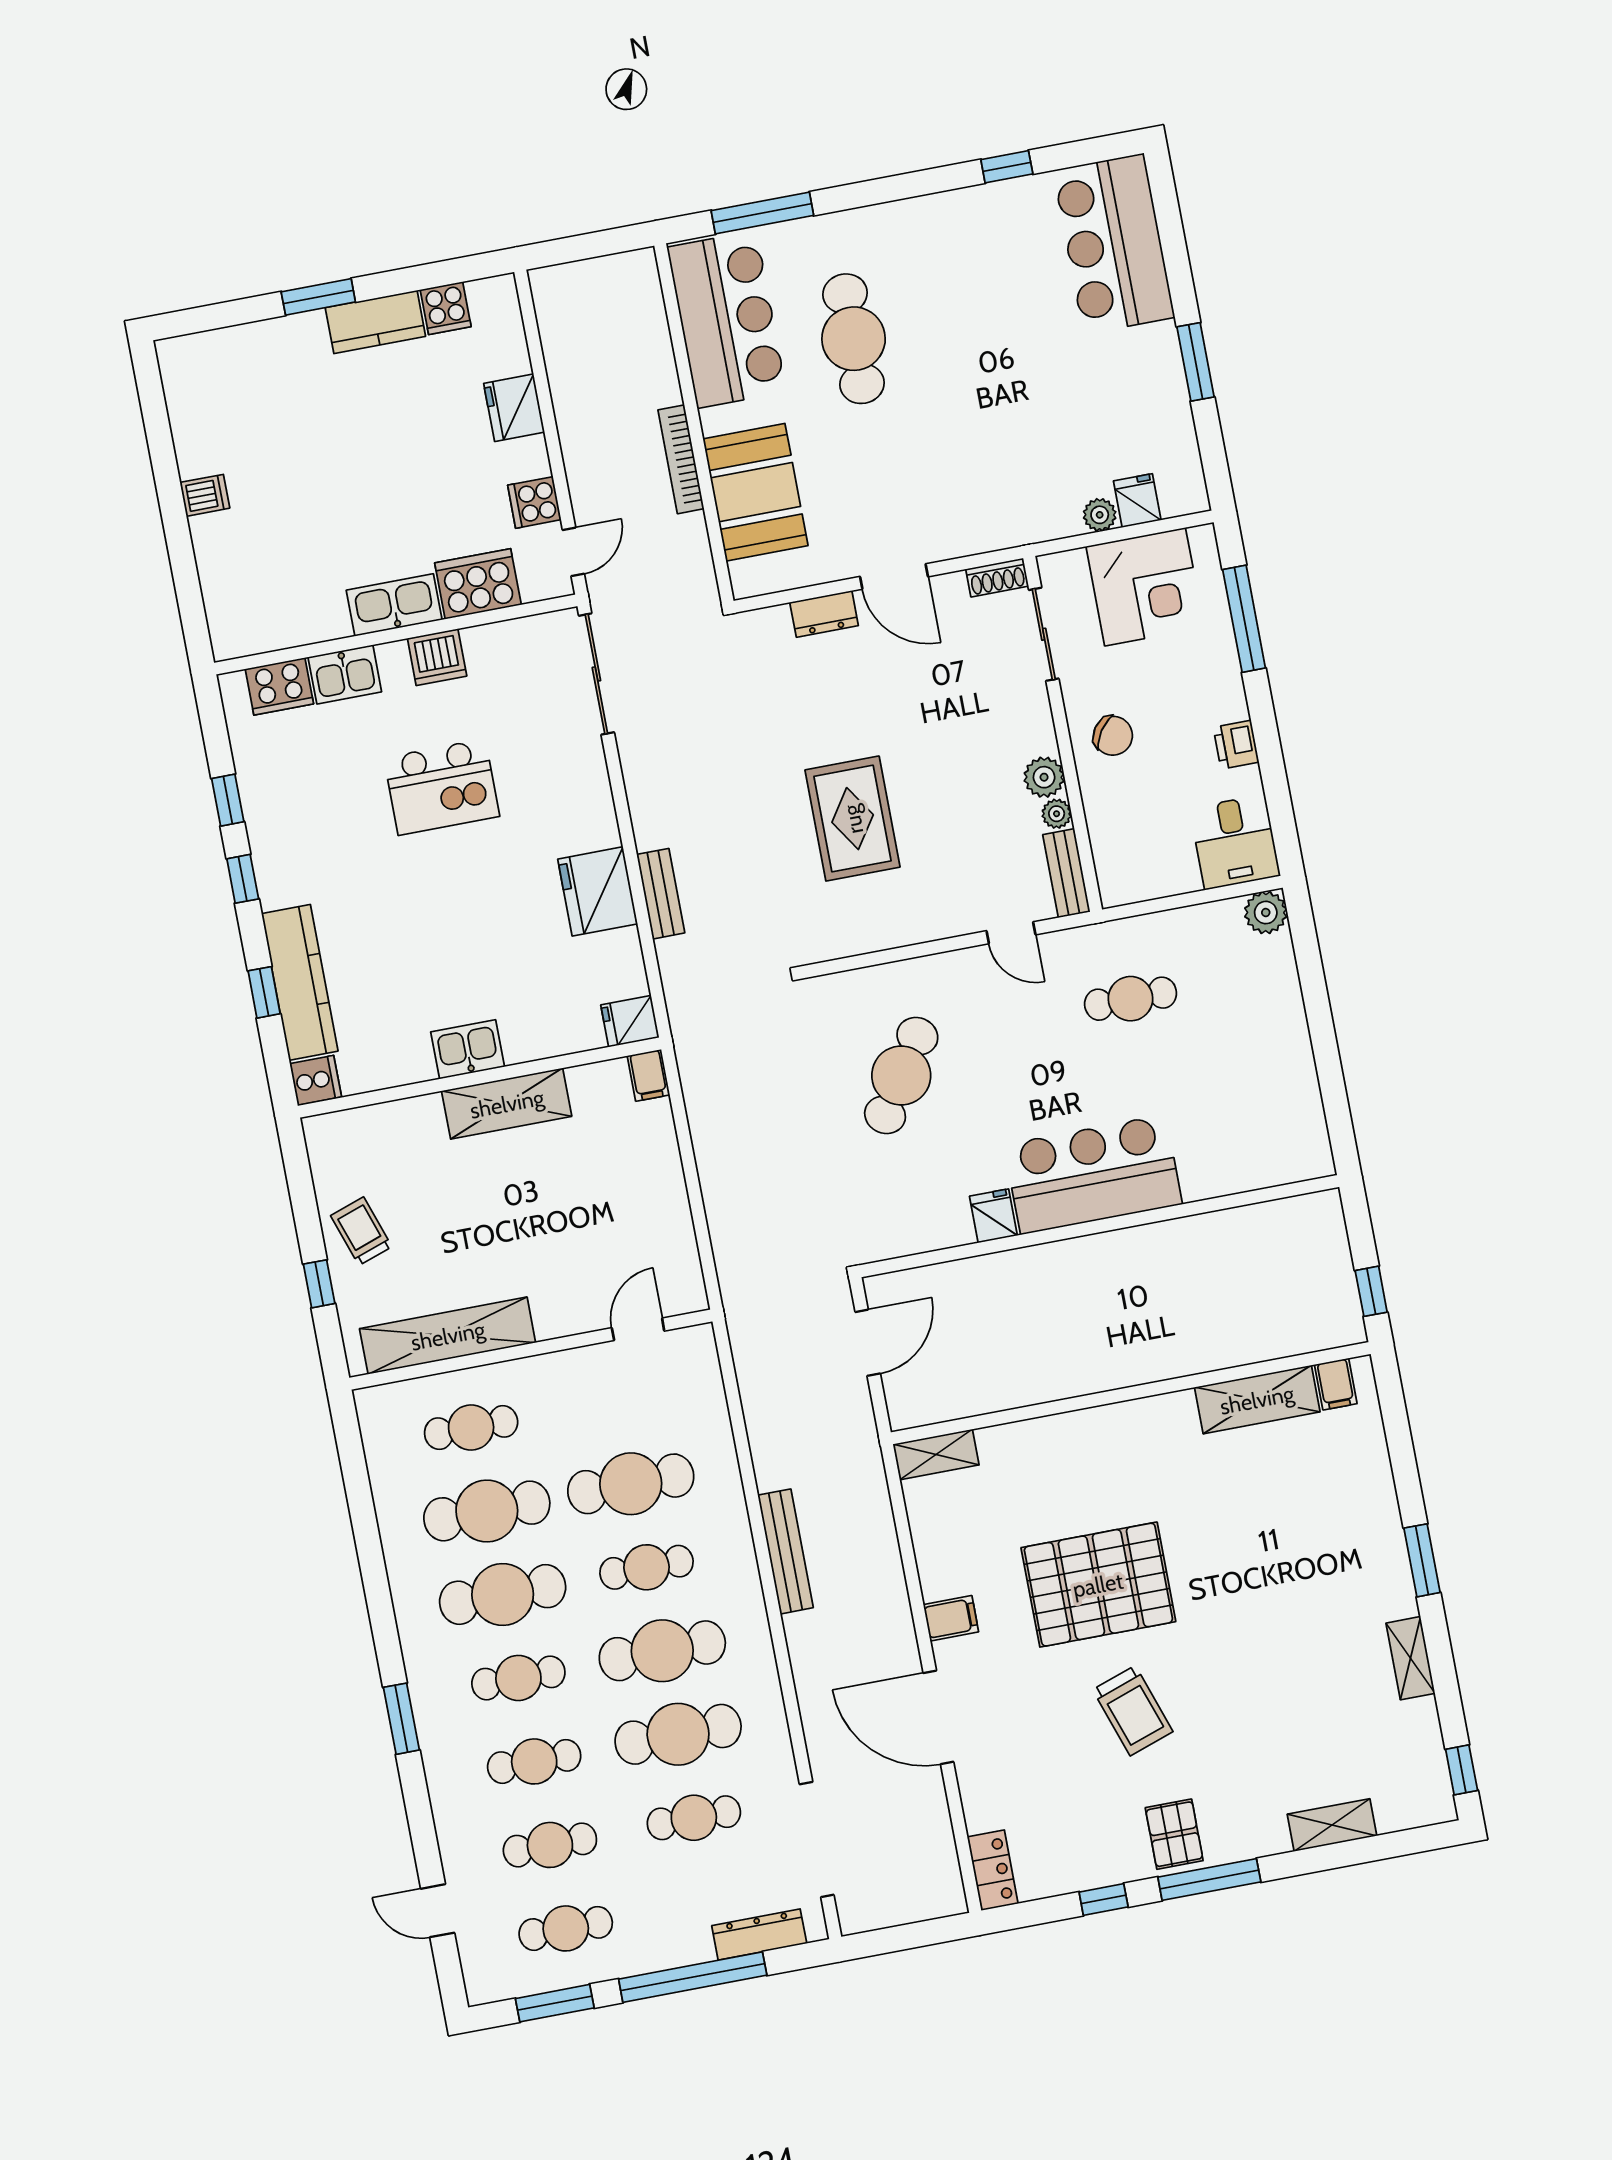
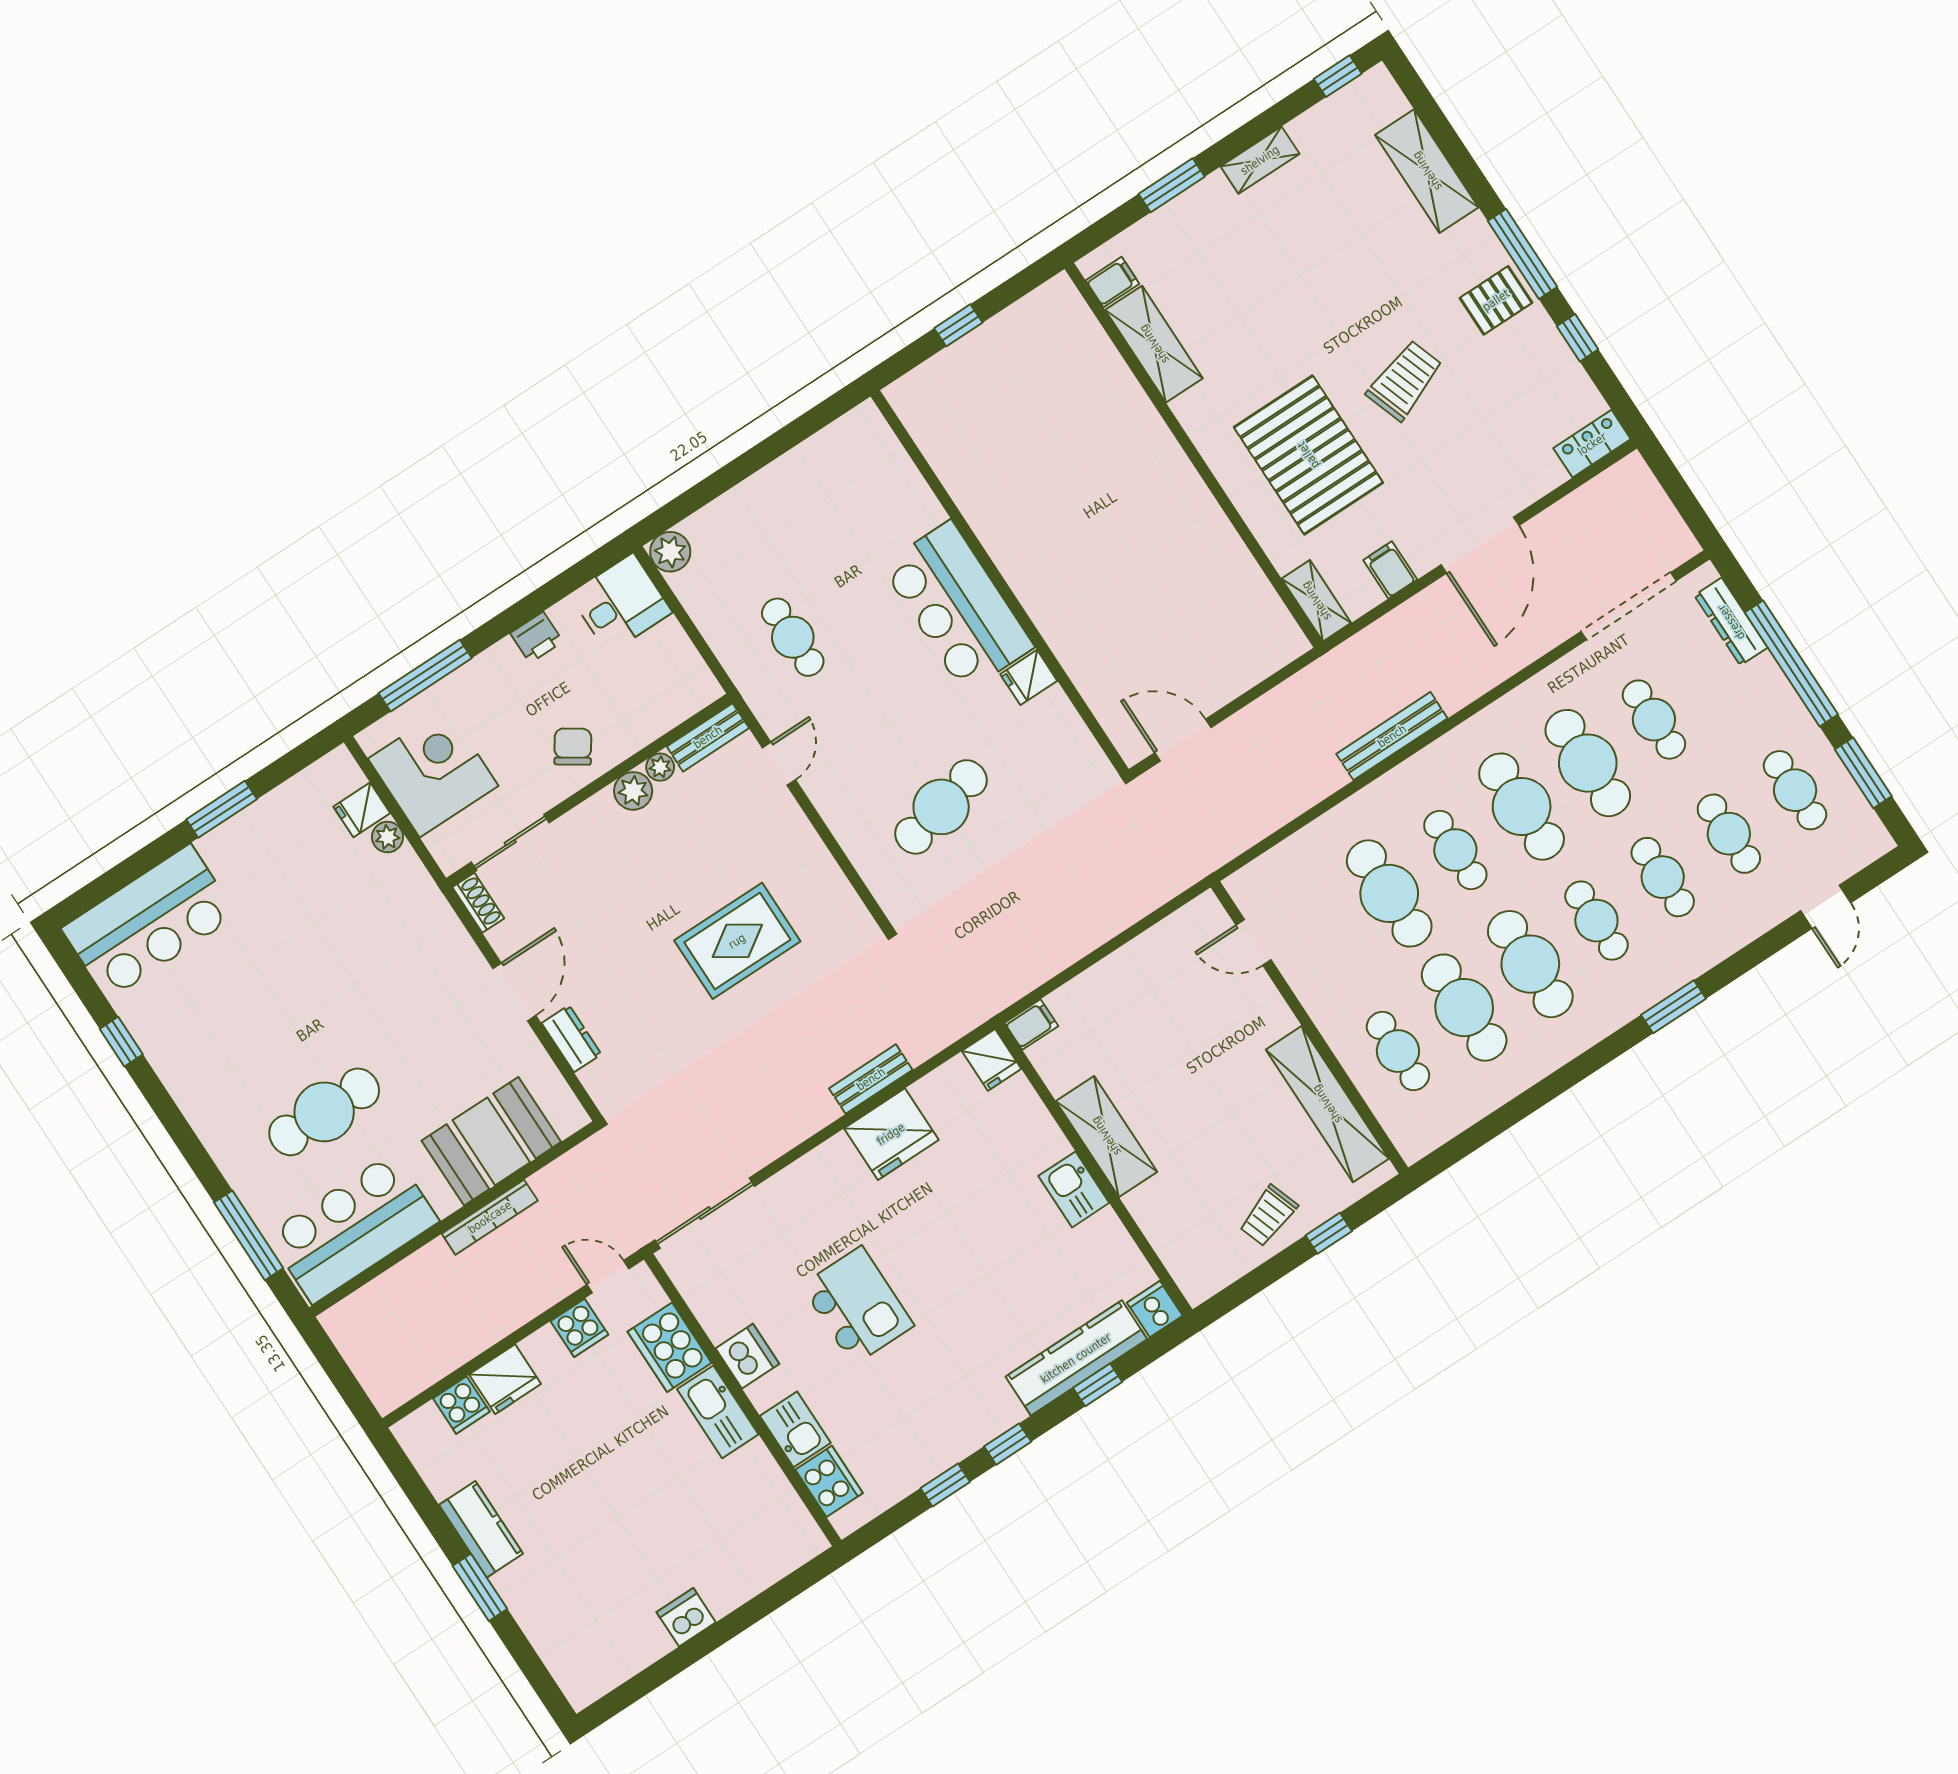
cooker: (446, 308) -> (461, 1405), moved, turned 90
dishwasher: (205, 495) -> (686, 1617), width x1.38
cafe table: (901, 1075) -> (941, 807), turned -46
filing cabinet: (1336, 1384) -> (1113, 282), moved
wall: (1131, 1393) -> (1194, 455), moved
shelving: (1257, 1400) -> (1154, 344), moved
shelving: (936, 1455) -> (1316, 601), moved
shelving: (1332, 1825) -> (1427, 171), width x1.50, depth x1.33

